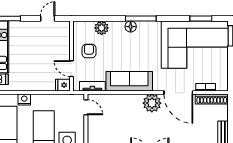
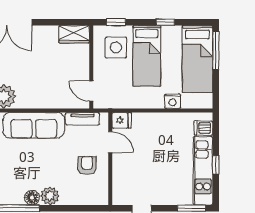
plant: (102, 28) -> (50, 196), moved
armchair: (89, 51) -> (87, 165), turned 180

